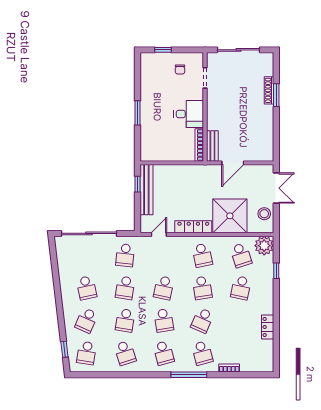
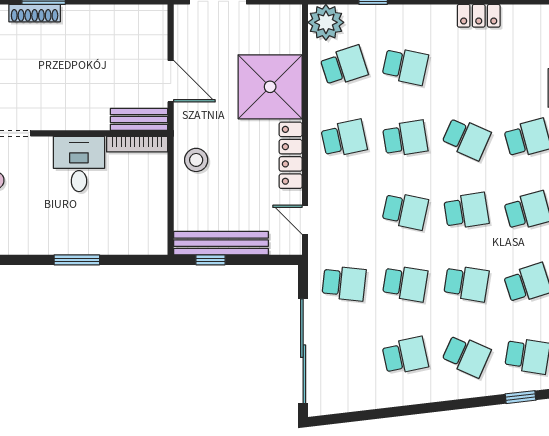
stool: (264, 214) -> (196, 160), moved

